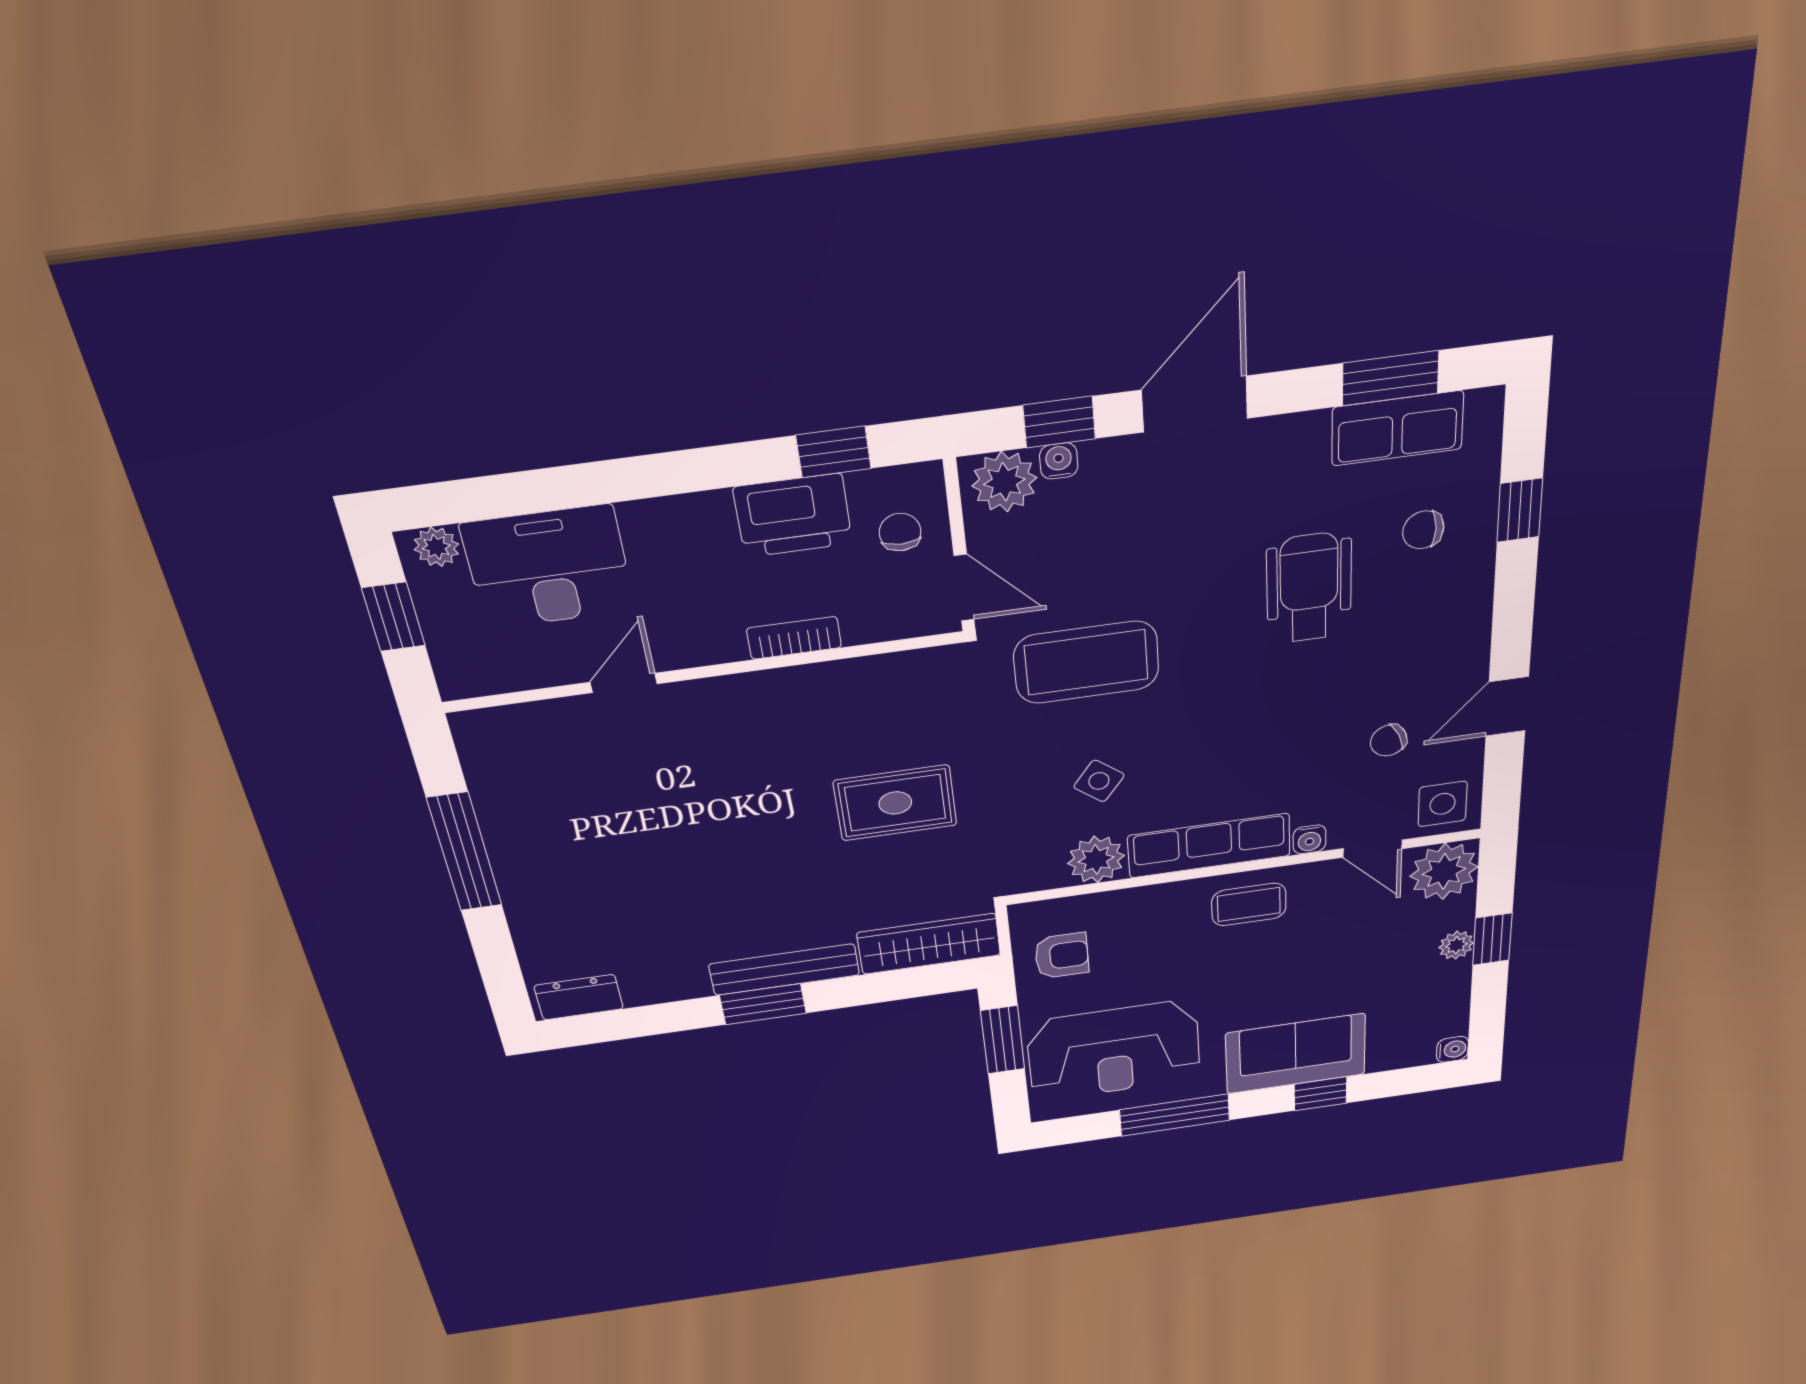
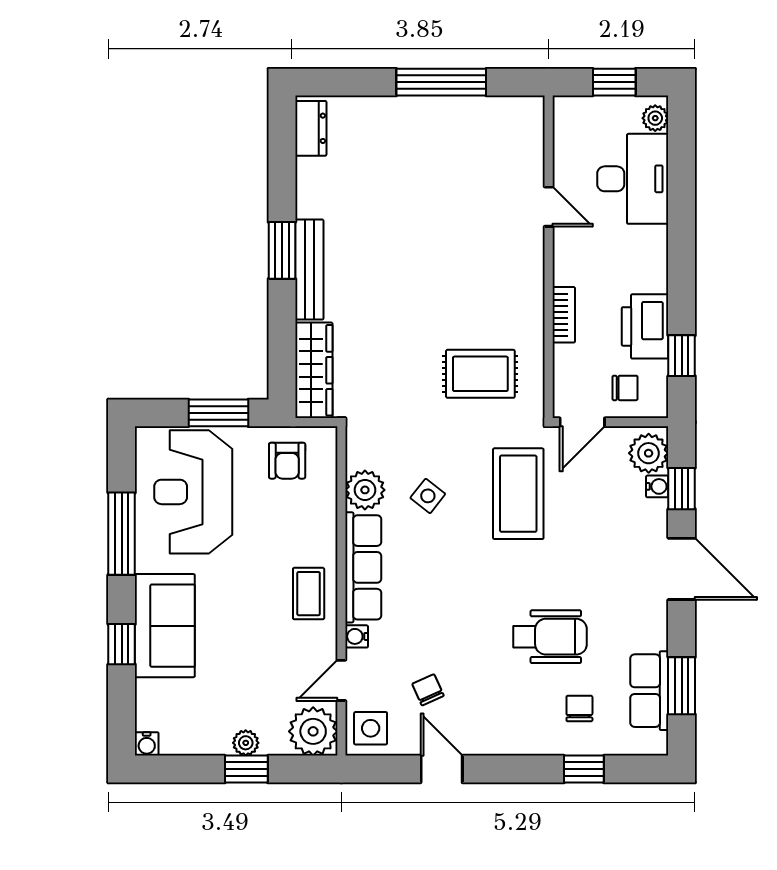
rug: (895, 803) -> (480, 374), moved, turned 90

